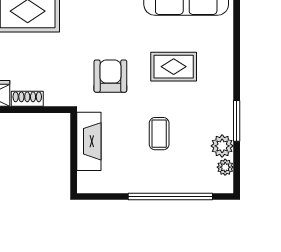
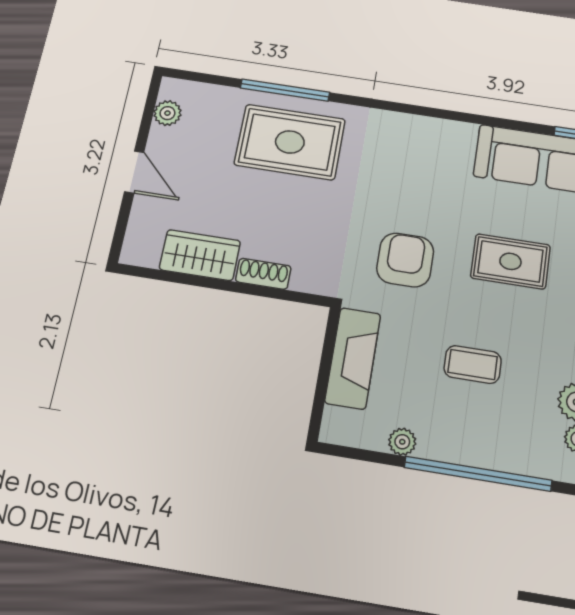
coffee table: (159, 134) -> (473, 364), turned 90
plant: (125, 185) -> (402, 442), added

